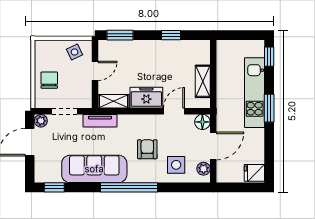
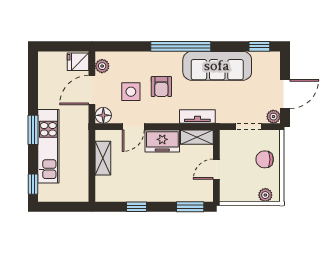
plant: (49, 46) -> (265, 195), added
side table: (75, 52) -> (238, 189), removed
chair: (49, 80) -> (265, 159), turned 90
tv unit: (100, 121) -> (197, 117), moved
side table: (176, 165) -> (131, 92), moved
fridge: (254, 173) -> (78, 62), moved, turned 180

